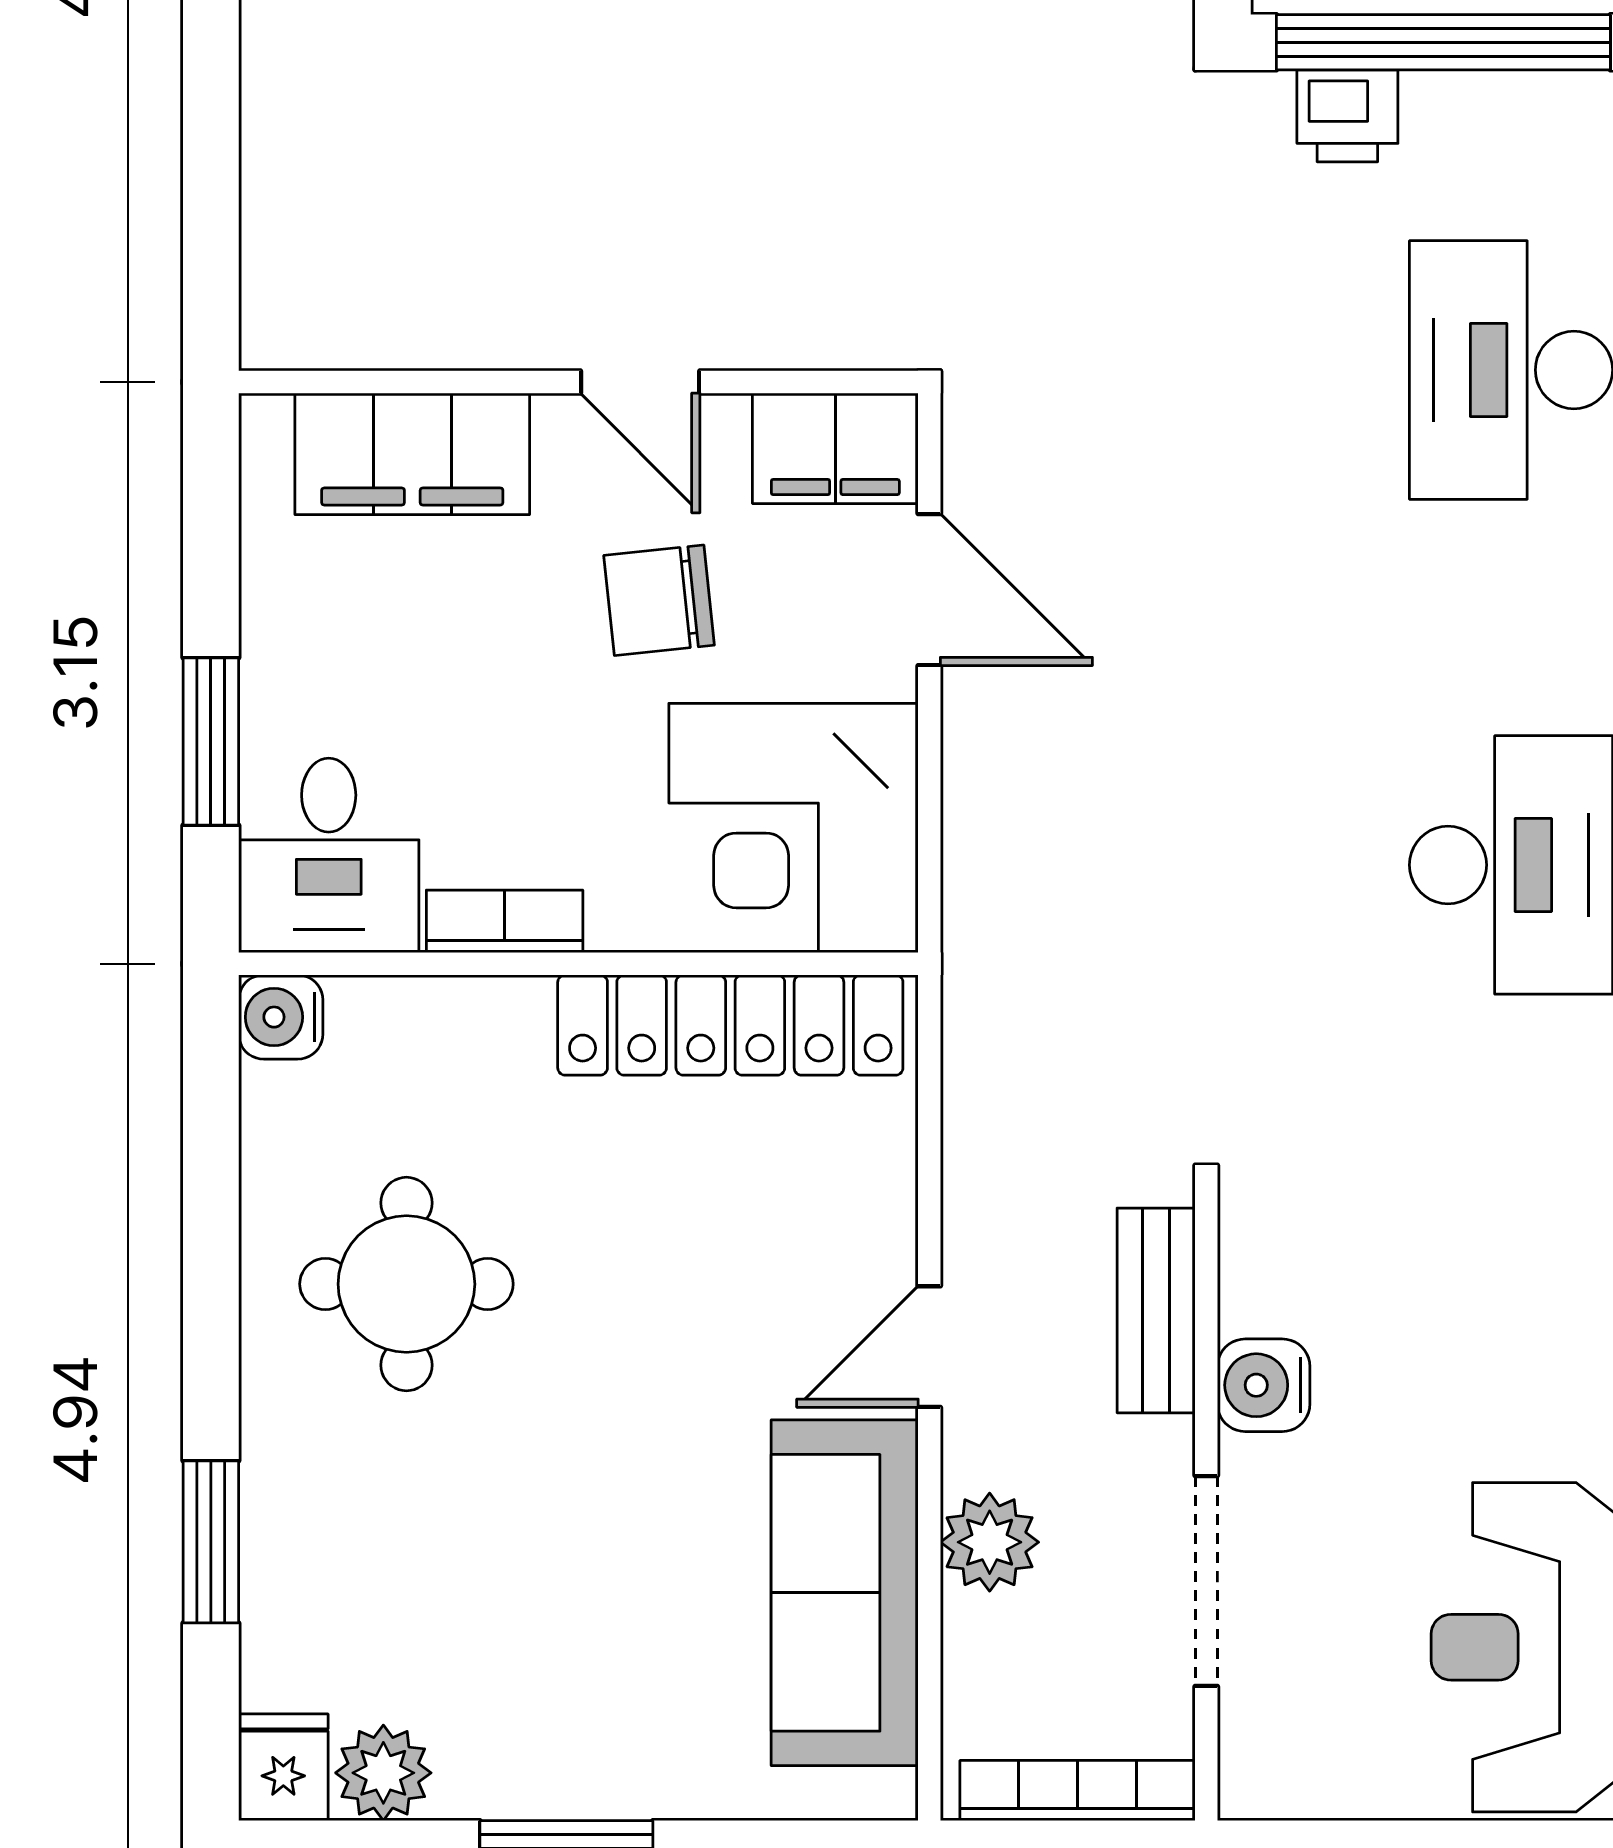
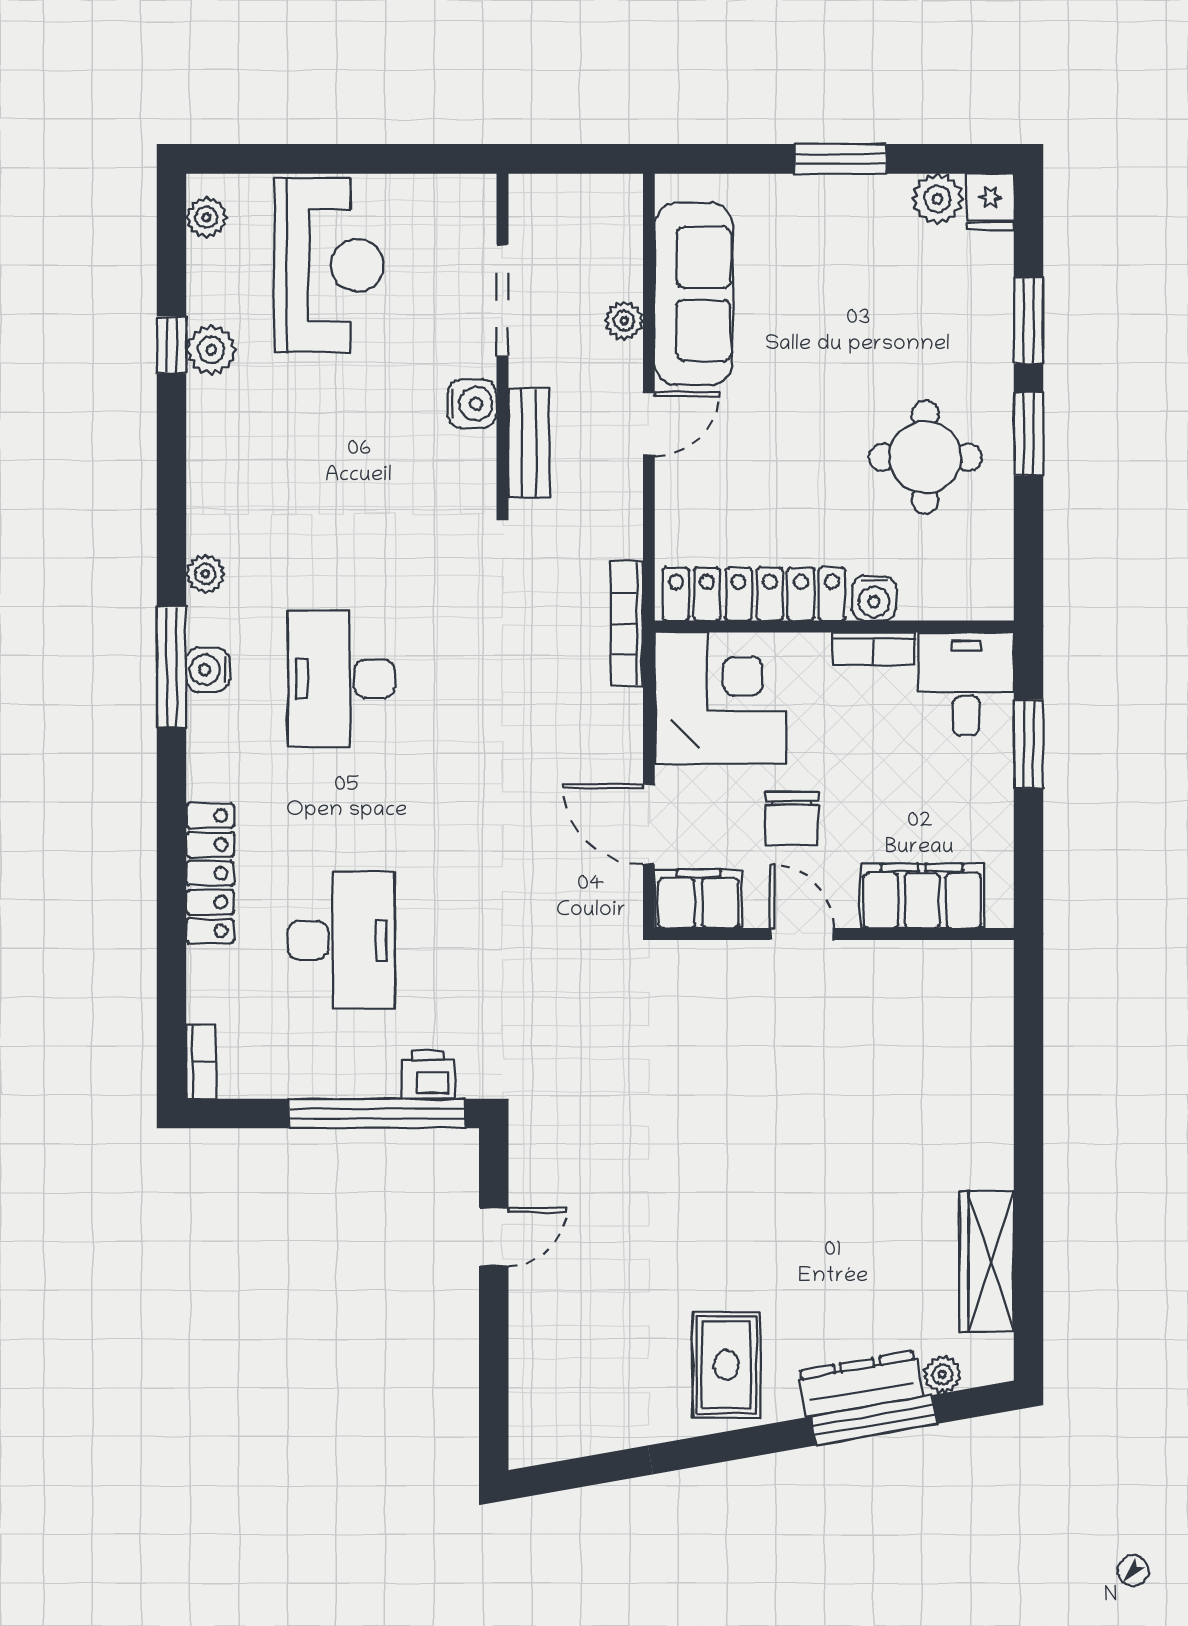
chair: (659, 600) -> (792, 819), turned 96
water cooler: (281, 1017) -> (874, 598), moved, turned 90
window: (211, 1328) -> (1029, 434), added
plant: (990, 1542) -> (624, 321), width x0.73, depth x0.73
bookcase: (1078, 1791) -> (627, 624), moved, turned 90

